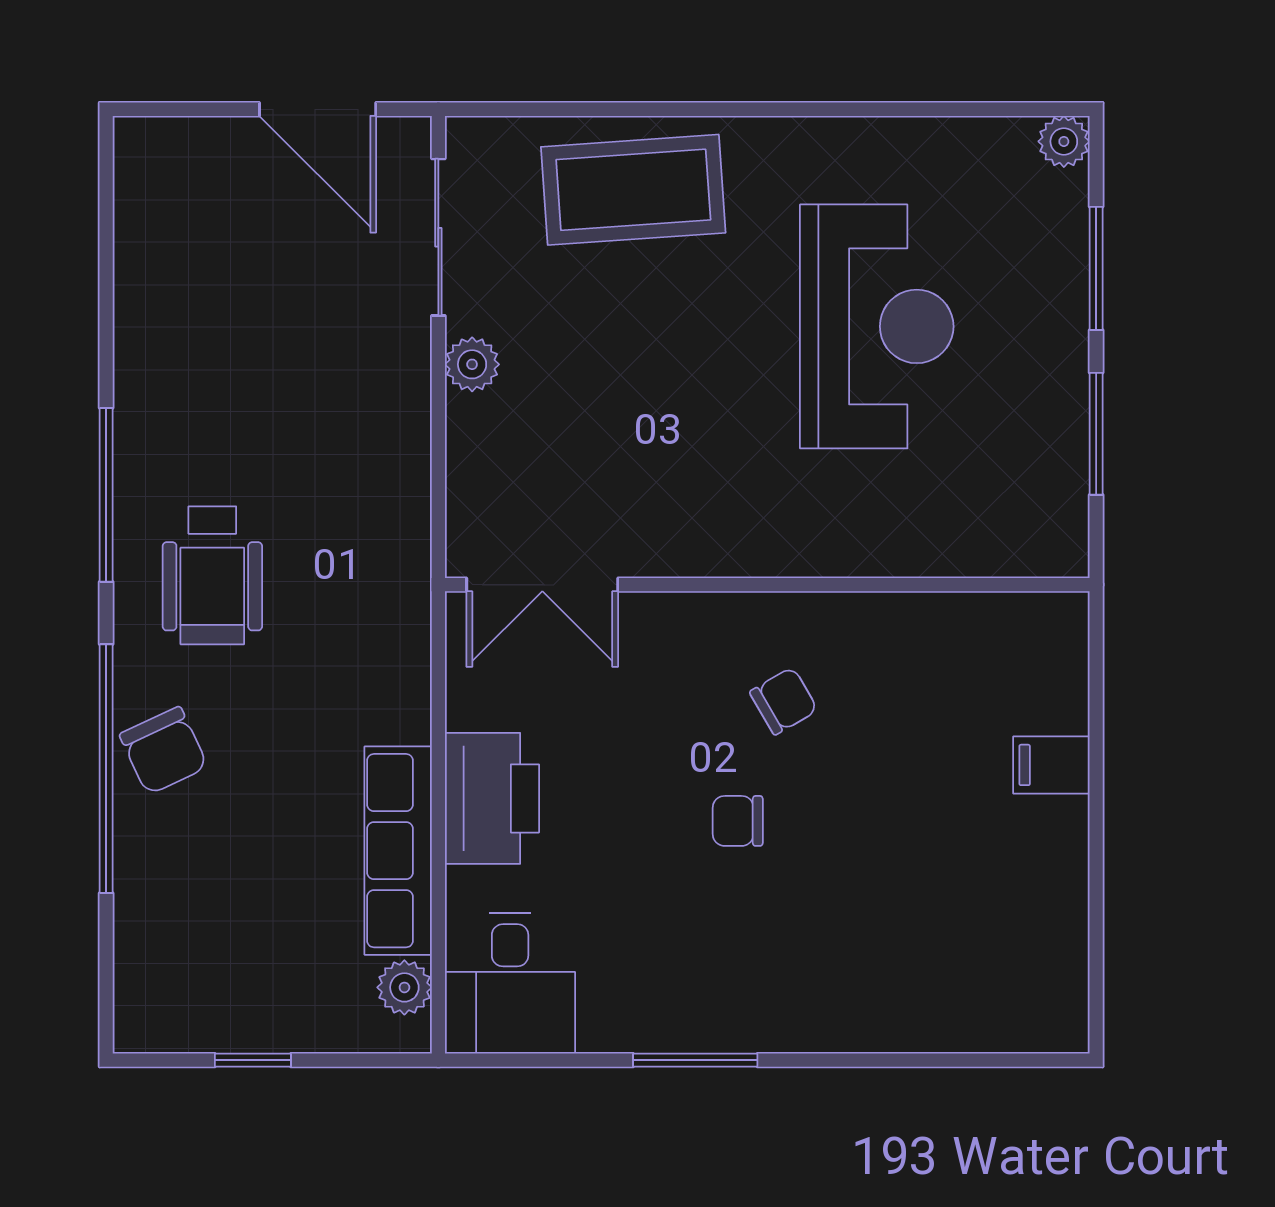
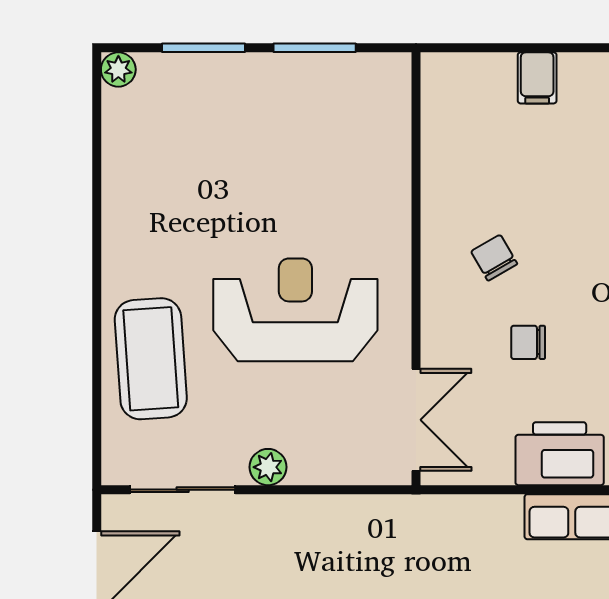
reception desk: (877, 326) -> (295, 310), moved
chair: (738, 821) -> (528, 342), moved, turned 90

